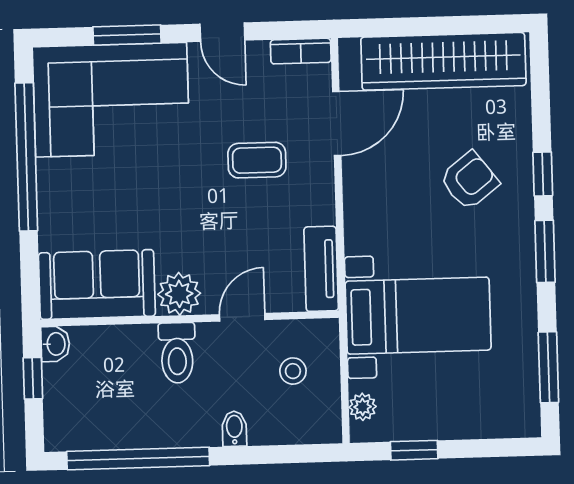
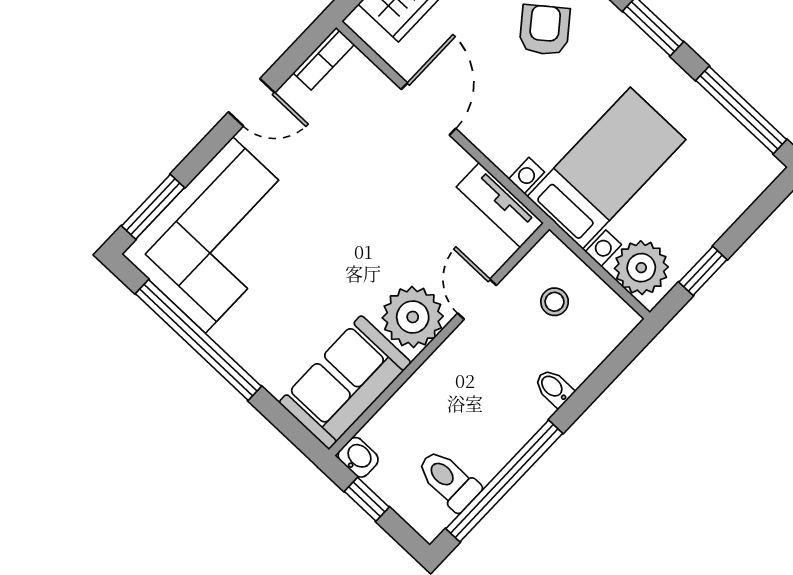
window: (127, 35) -> (153, 207), moved
door: (337, 124) -> (429, 109), moved
coffee table: (257, 160) -> (372, 172), removed
plant: (179, 294) -> (413, 317), width x1.36, depth x1.36
toilet: (177, 353) -> (449, 480), moved, turned 180
window: (548, 367) -> (741, 110), width x1.44
plant: (363, 407) -> (641, 268), width x1.87, depth x1.87

